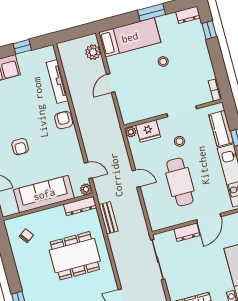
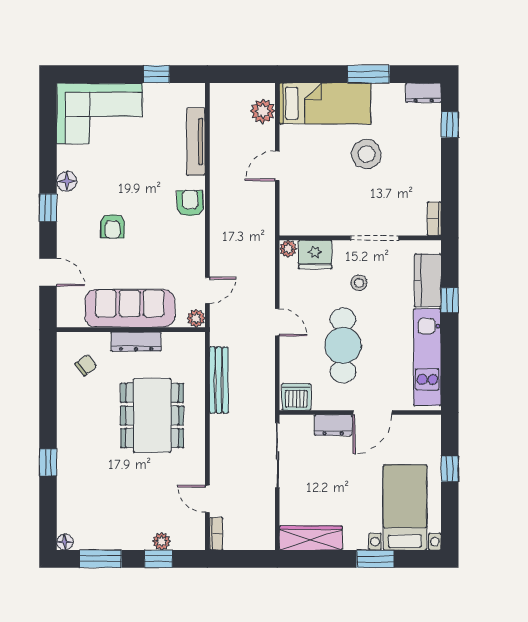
stool: (163, 61) -> (366, 154), width x1.89, depth x1.89
door: (88, 170) -> (207, 290), hinge flipped
dresser: (80, 206) -> (136, 341), moved
bench: (108, 218) -> (219, 380), width x1.36
dishwasher: (160, 221) -> (296, 397), added
dining table: (75, 256) -> (152, 415), turned 90

